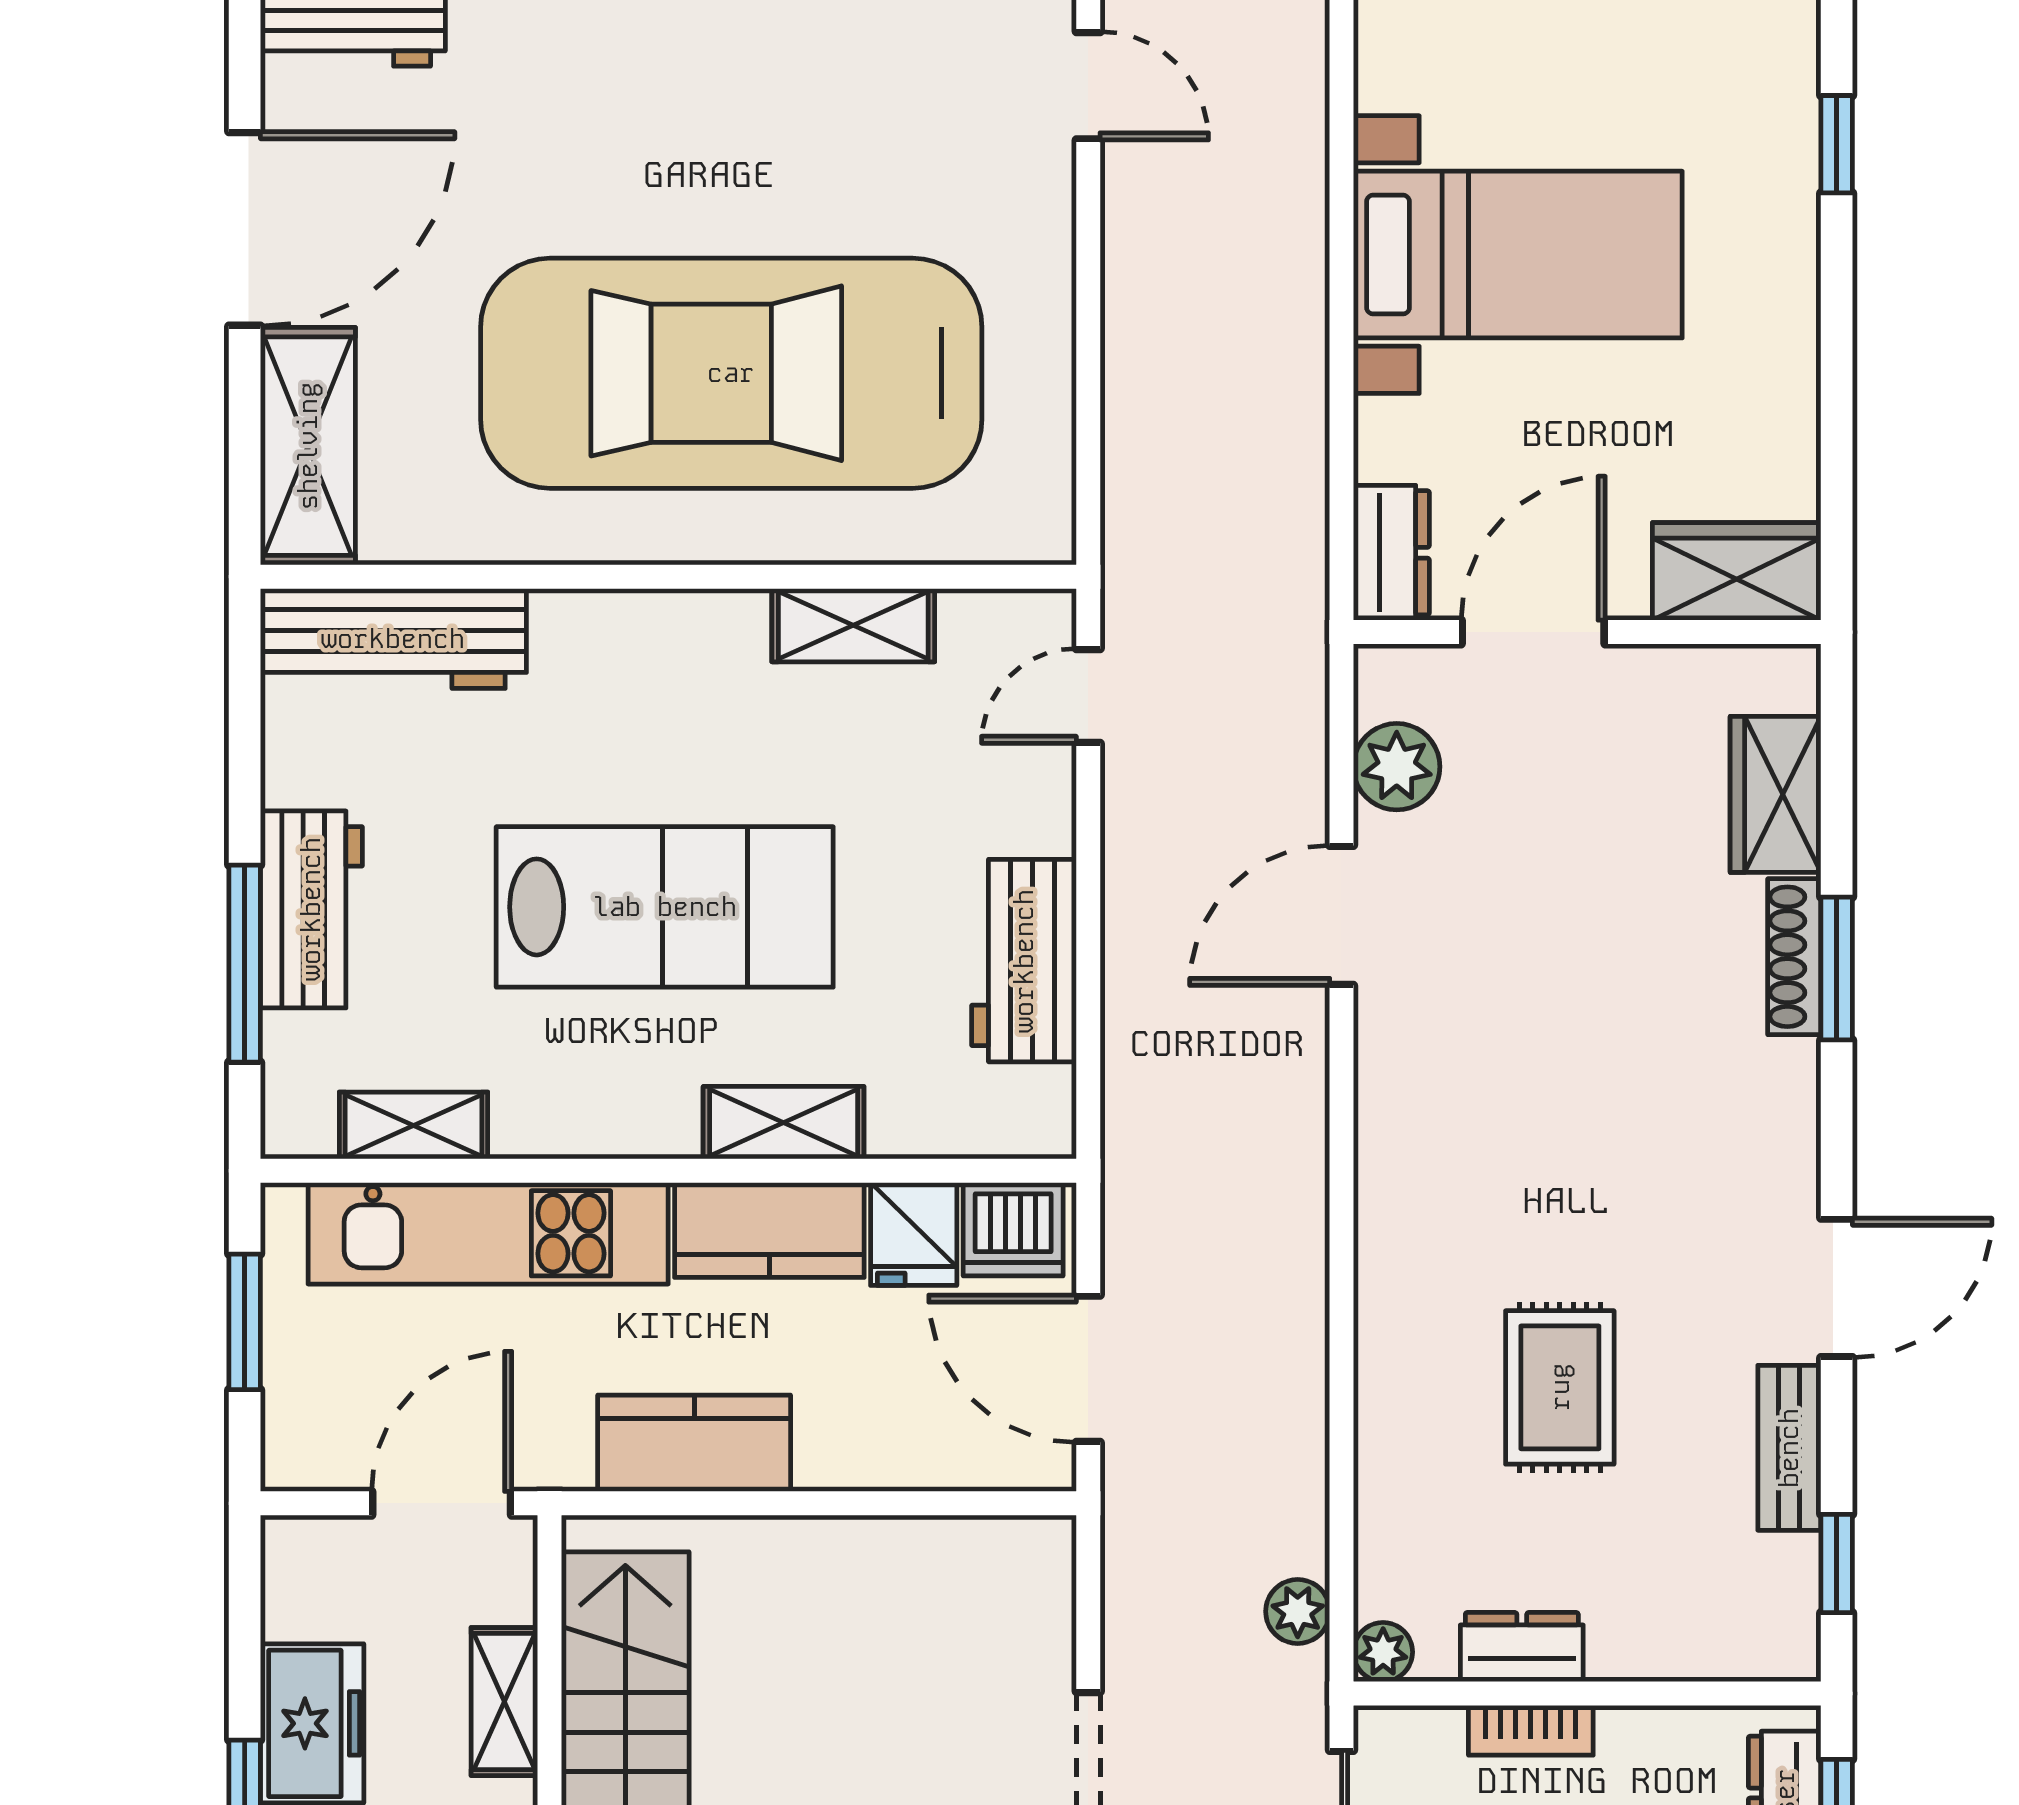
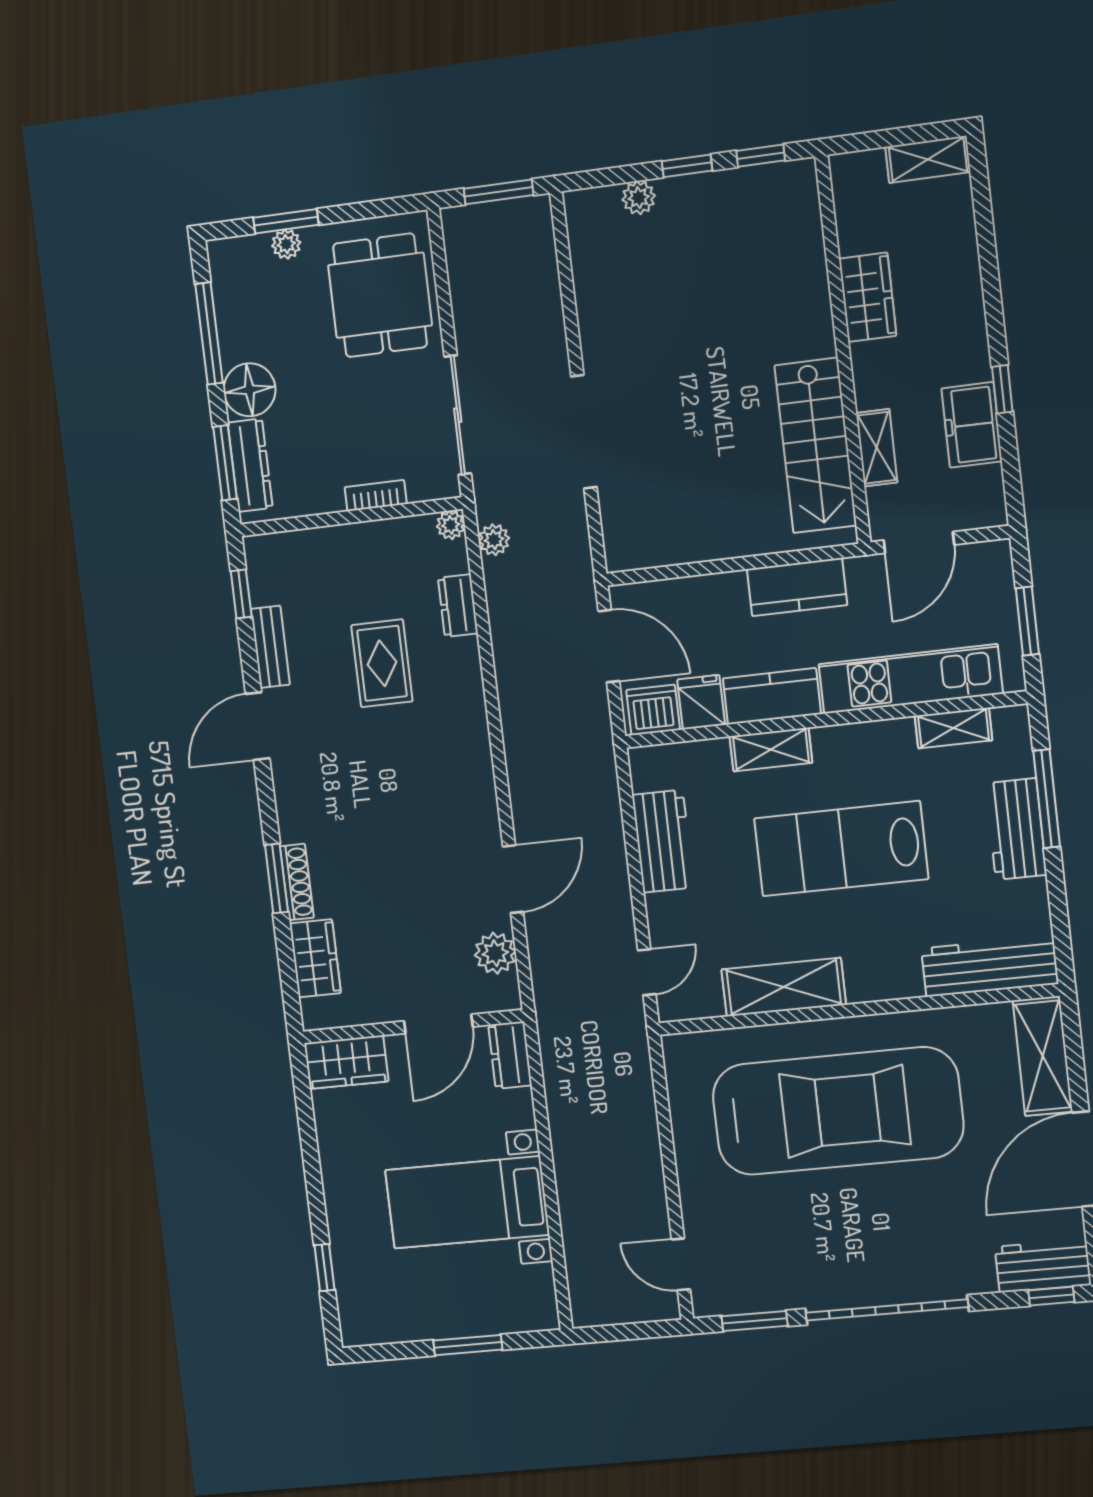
shelving: (853, 625) -> (784, 987), width x1.50, depth x1.33
dresser: (1522, 1647) -> (458, 606), moved, turned 90

